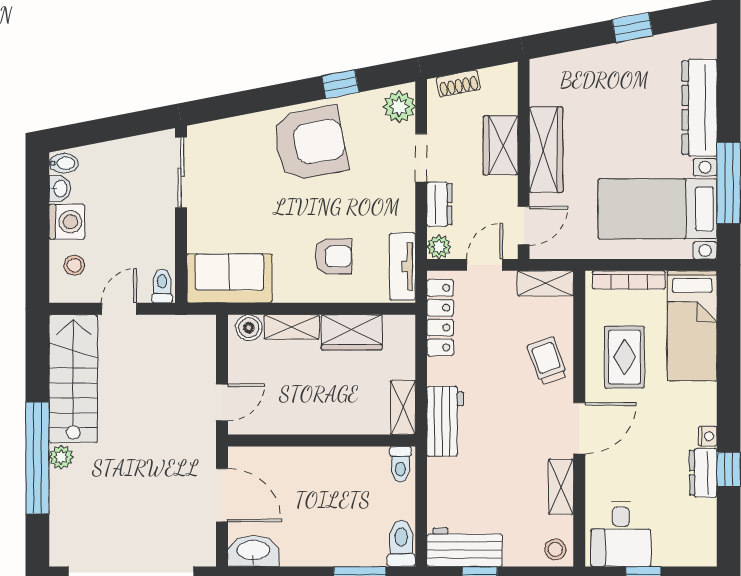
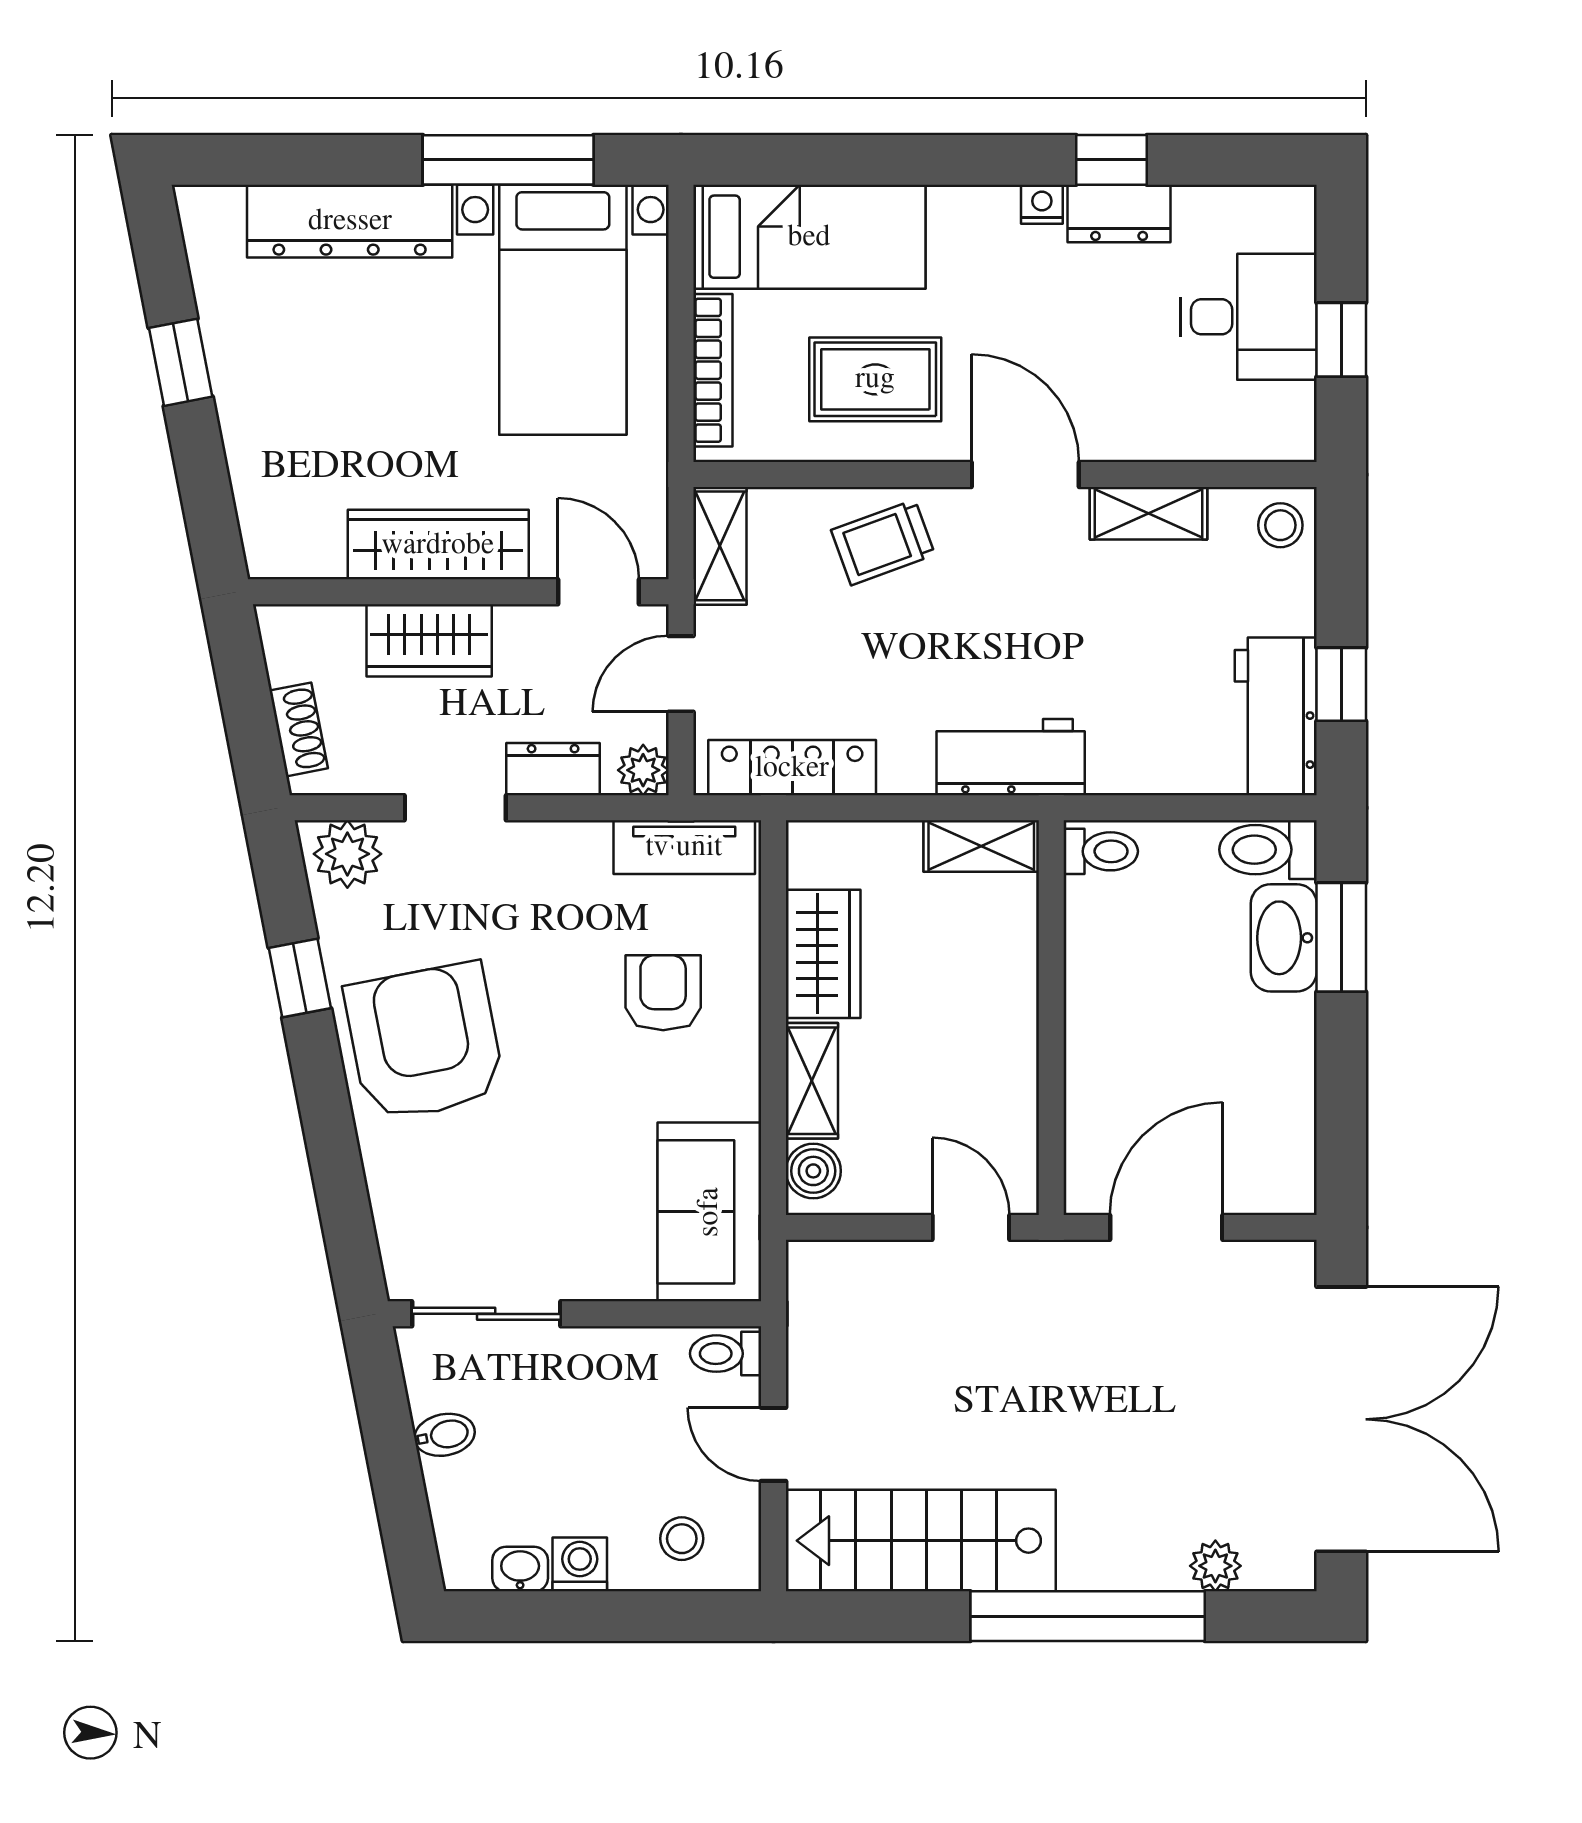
bidet: (64, 163) -> (445, 1435), moved, turned 79
washing machine: (67, 222) -> (580, 1564), width x0.73, depth x0.73
door: (485, 265) -> (681, 674), hinge flipped
plant: (61, 457) -> (1215, 1566), moved
desk: (621, 534) -> (1248, 317), moved
washbasin: (253, 551) -> (1284, 938), moved

